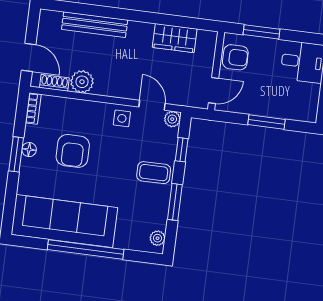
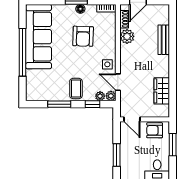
bench: (95, 25) -> (164, 40), width x0.73
armchair: (235, 57) -> (155, 130), turned 90
door: (152, 105) -> (118, 82), swing flipped
armchair: (73, 151) -> (83, 36), turned -88
plant: (157, 238) -> (100, 96), moved

